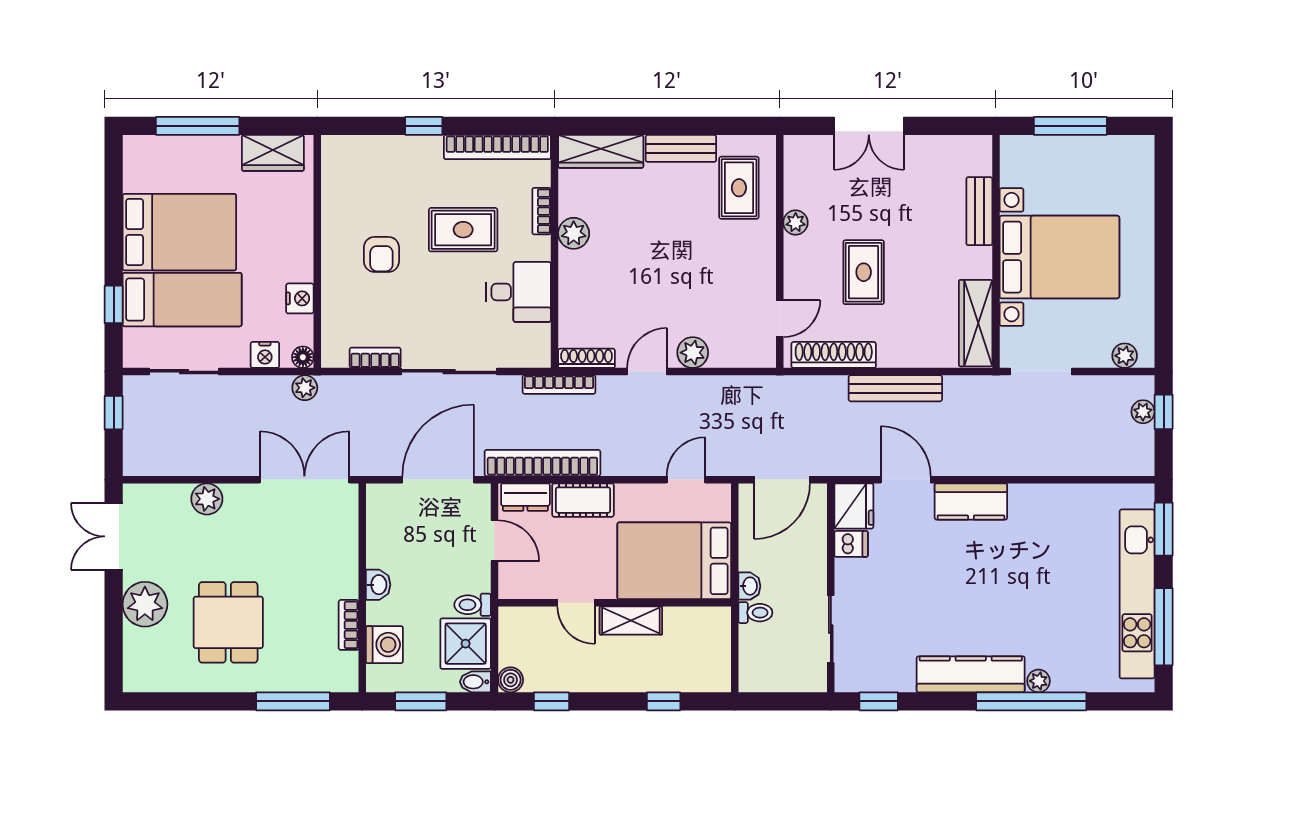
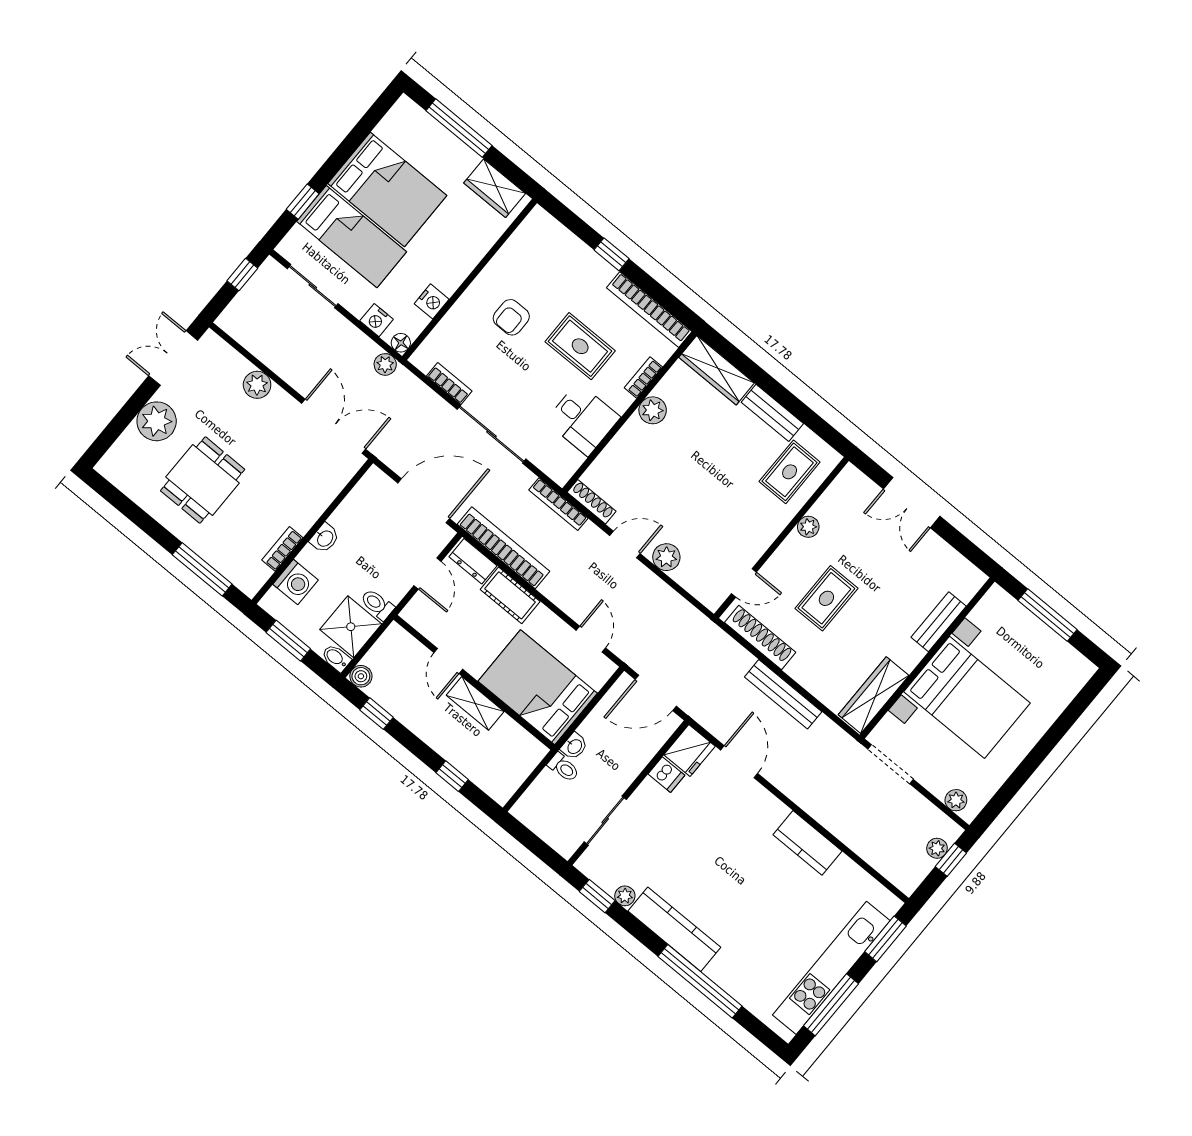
door: (686, 480) -> (591, 639), hinge flipped
kitchen counter: (971, 501) -> (807, 843), moved
plant: (1039, 681) -> (625, 896), moved

